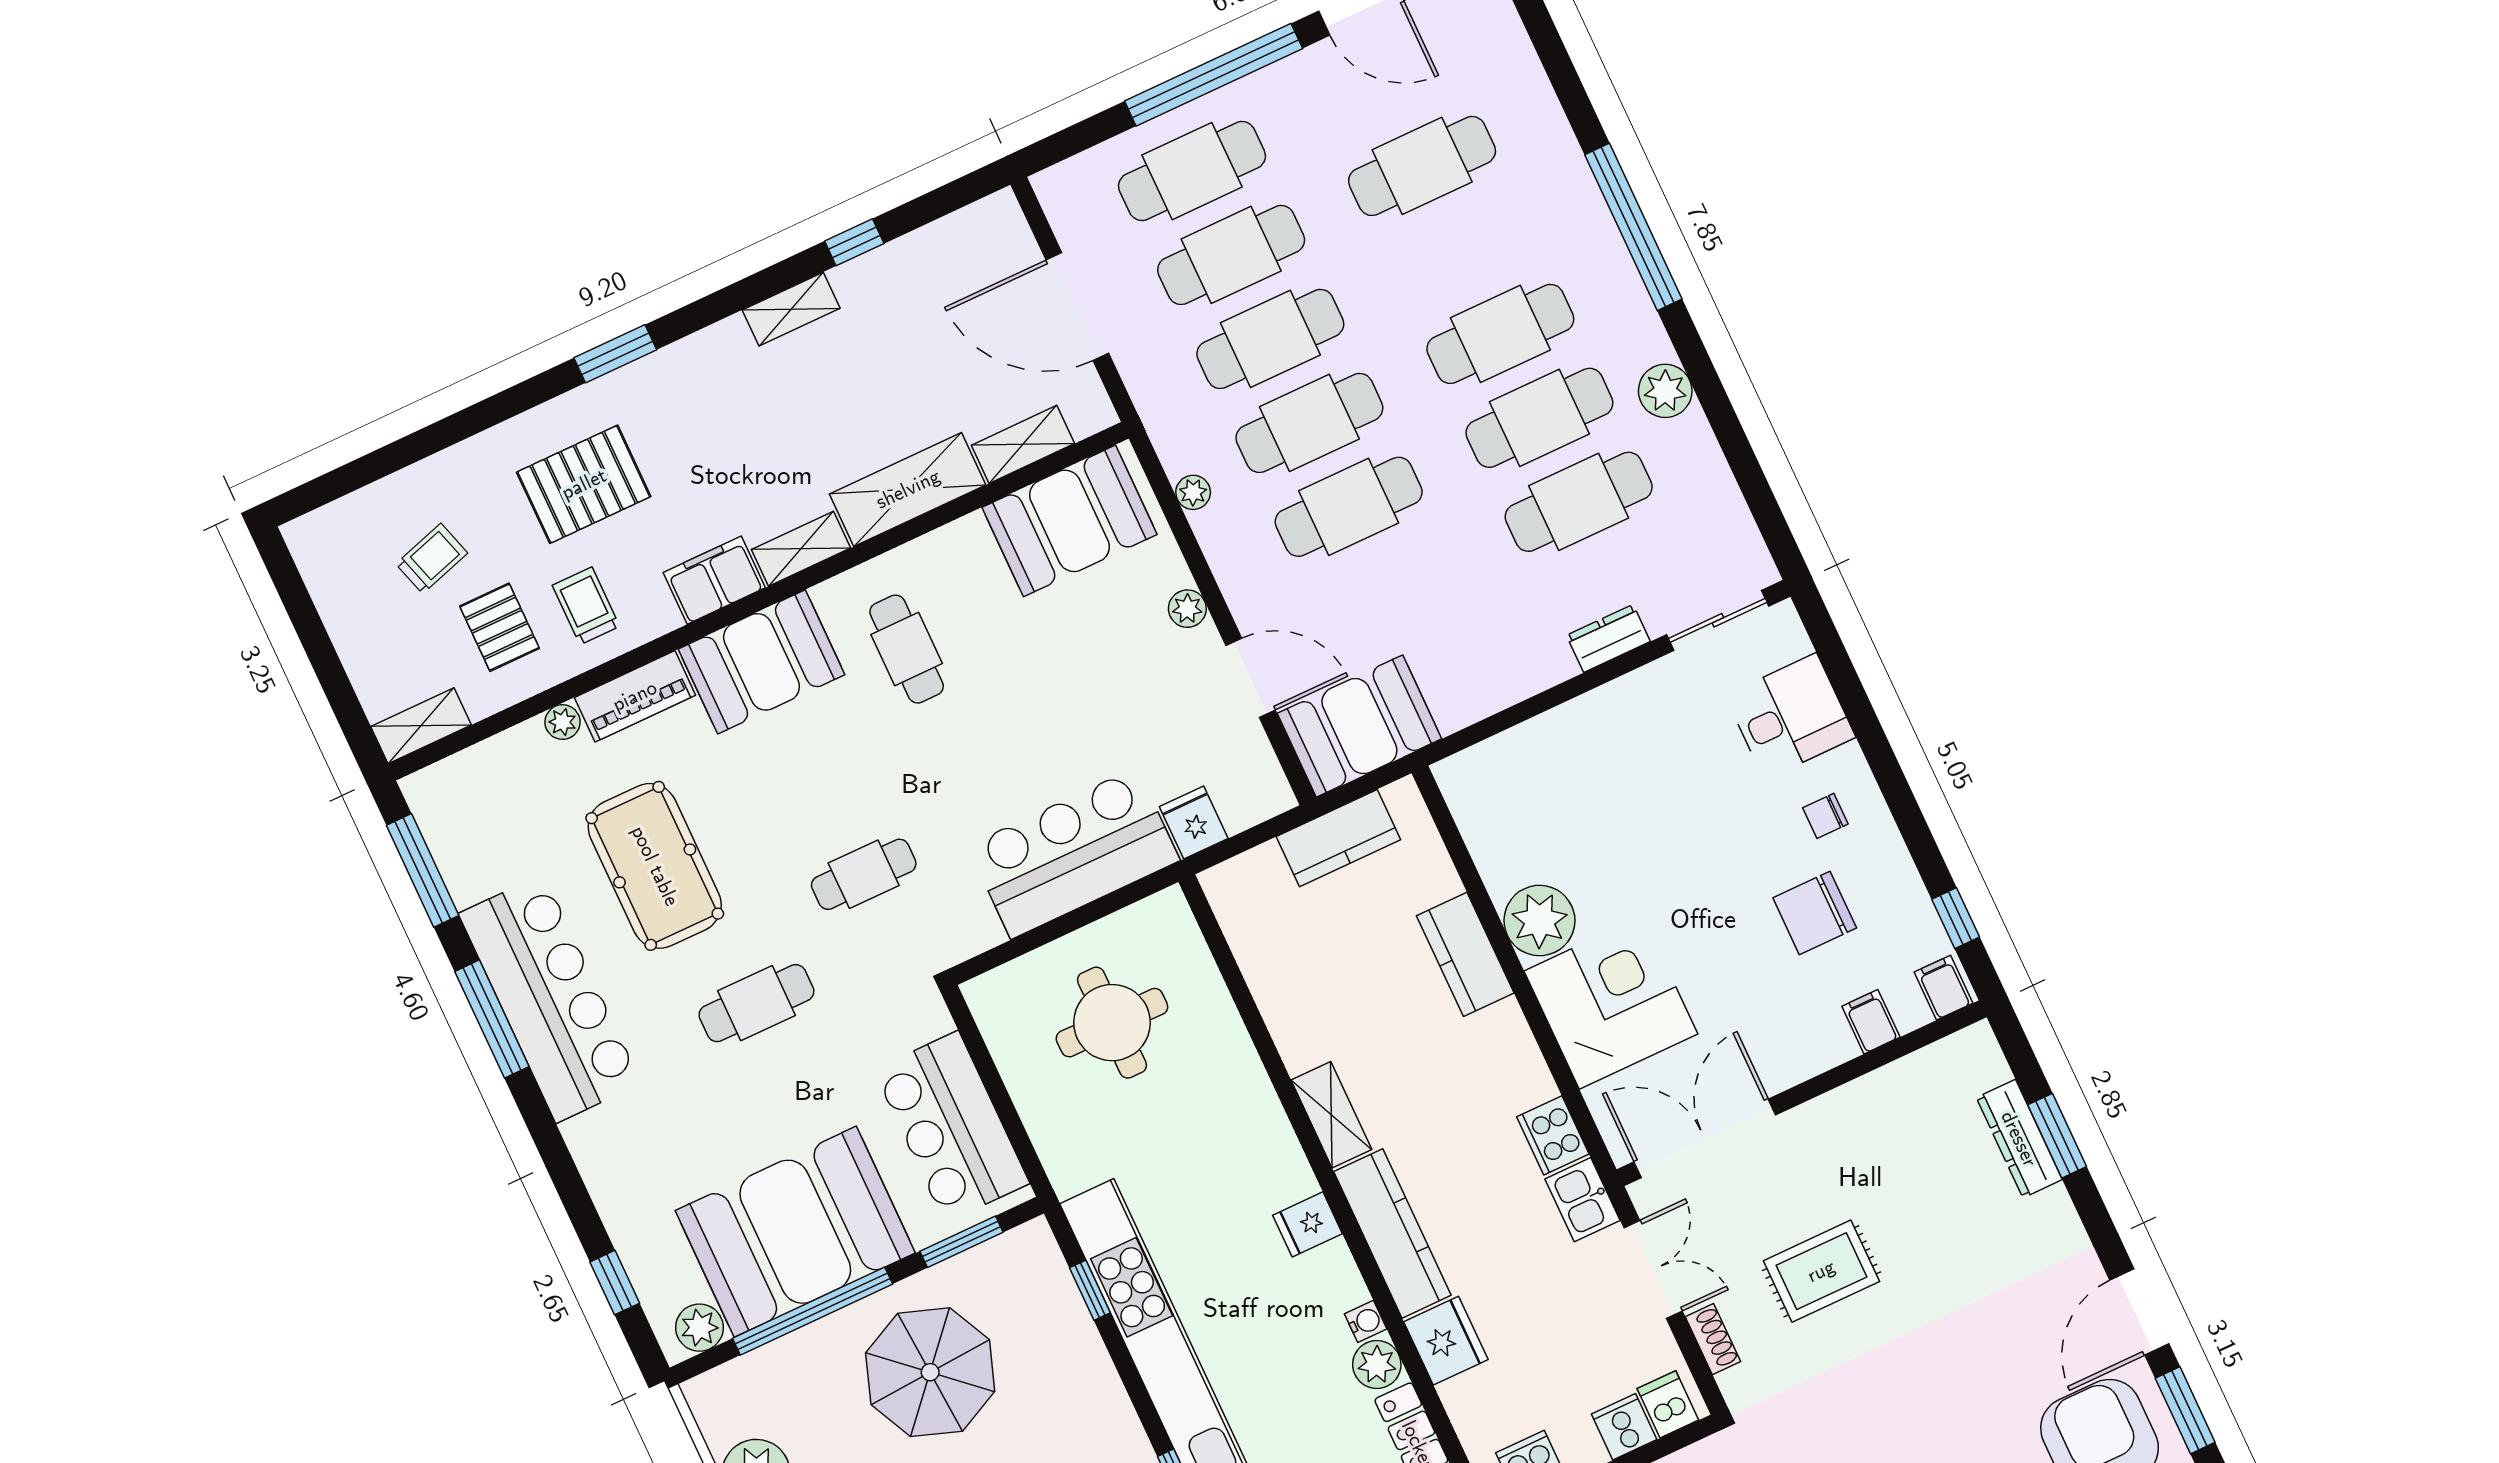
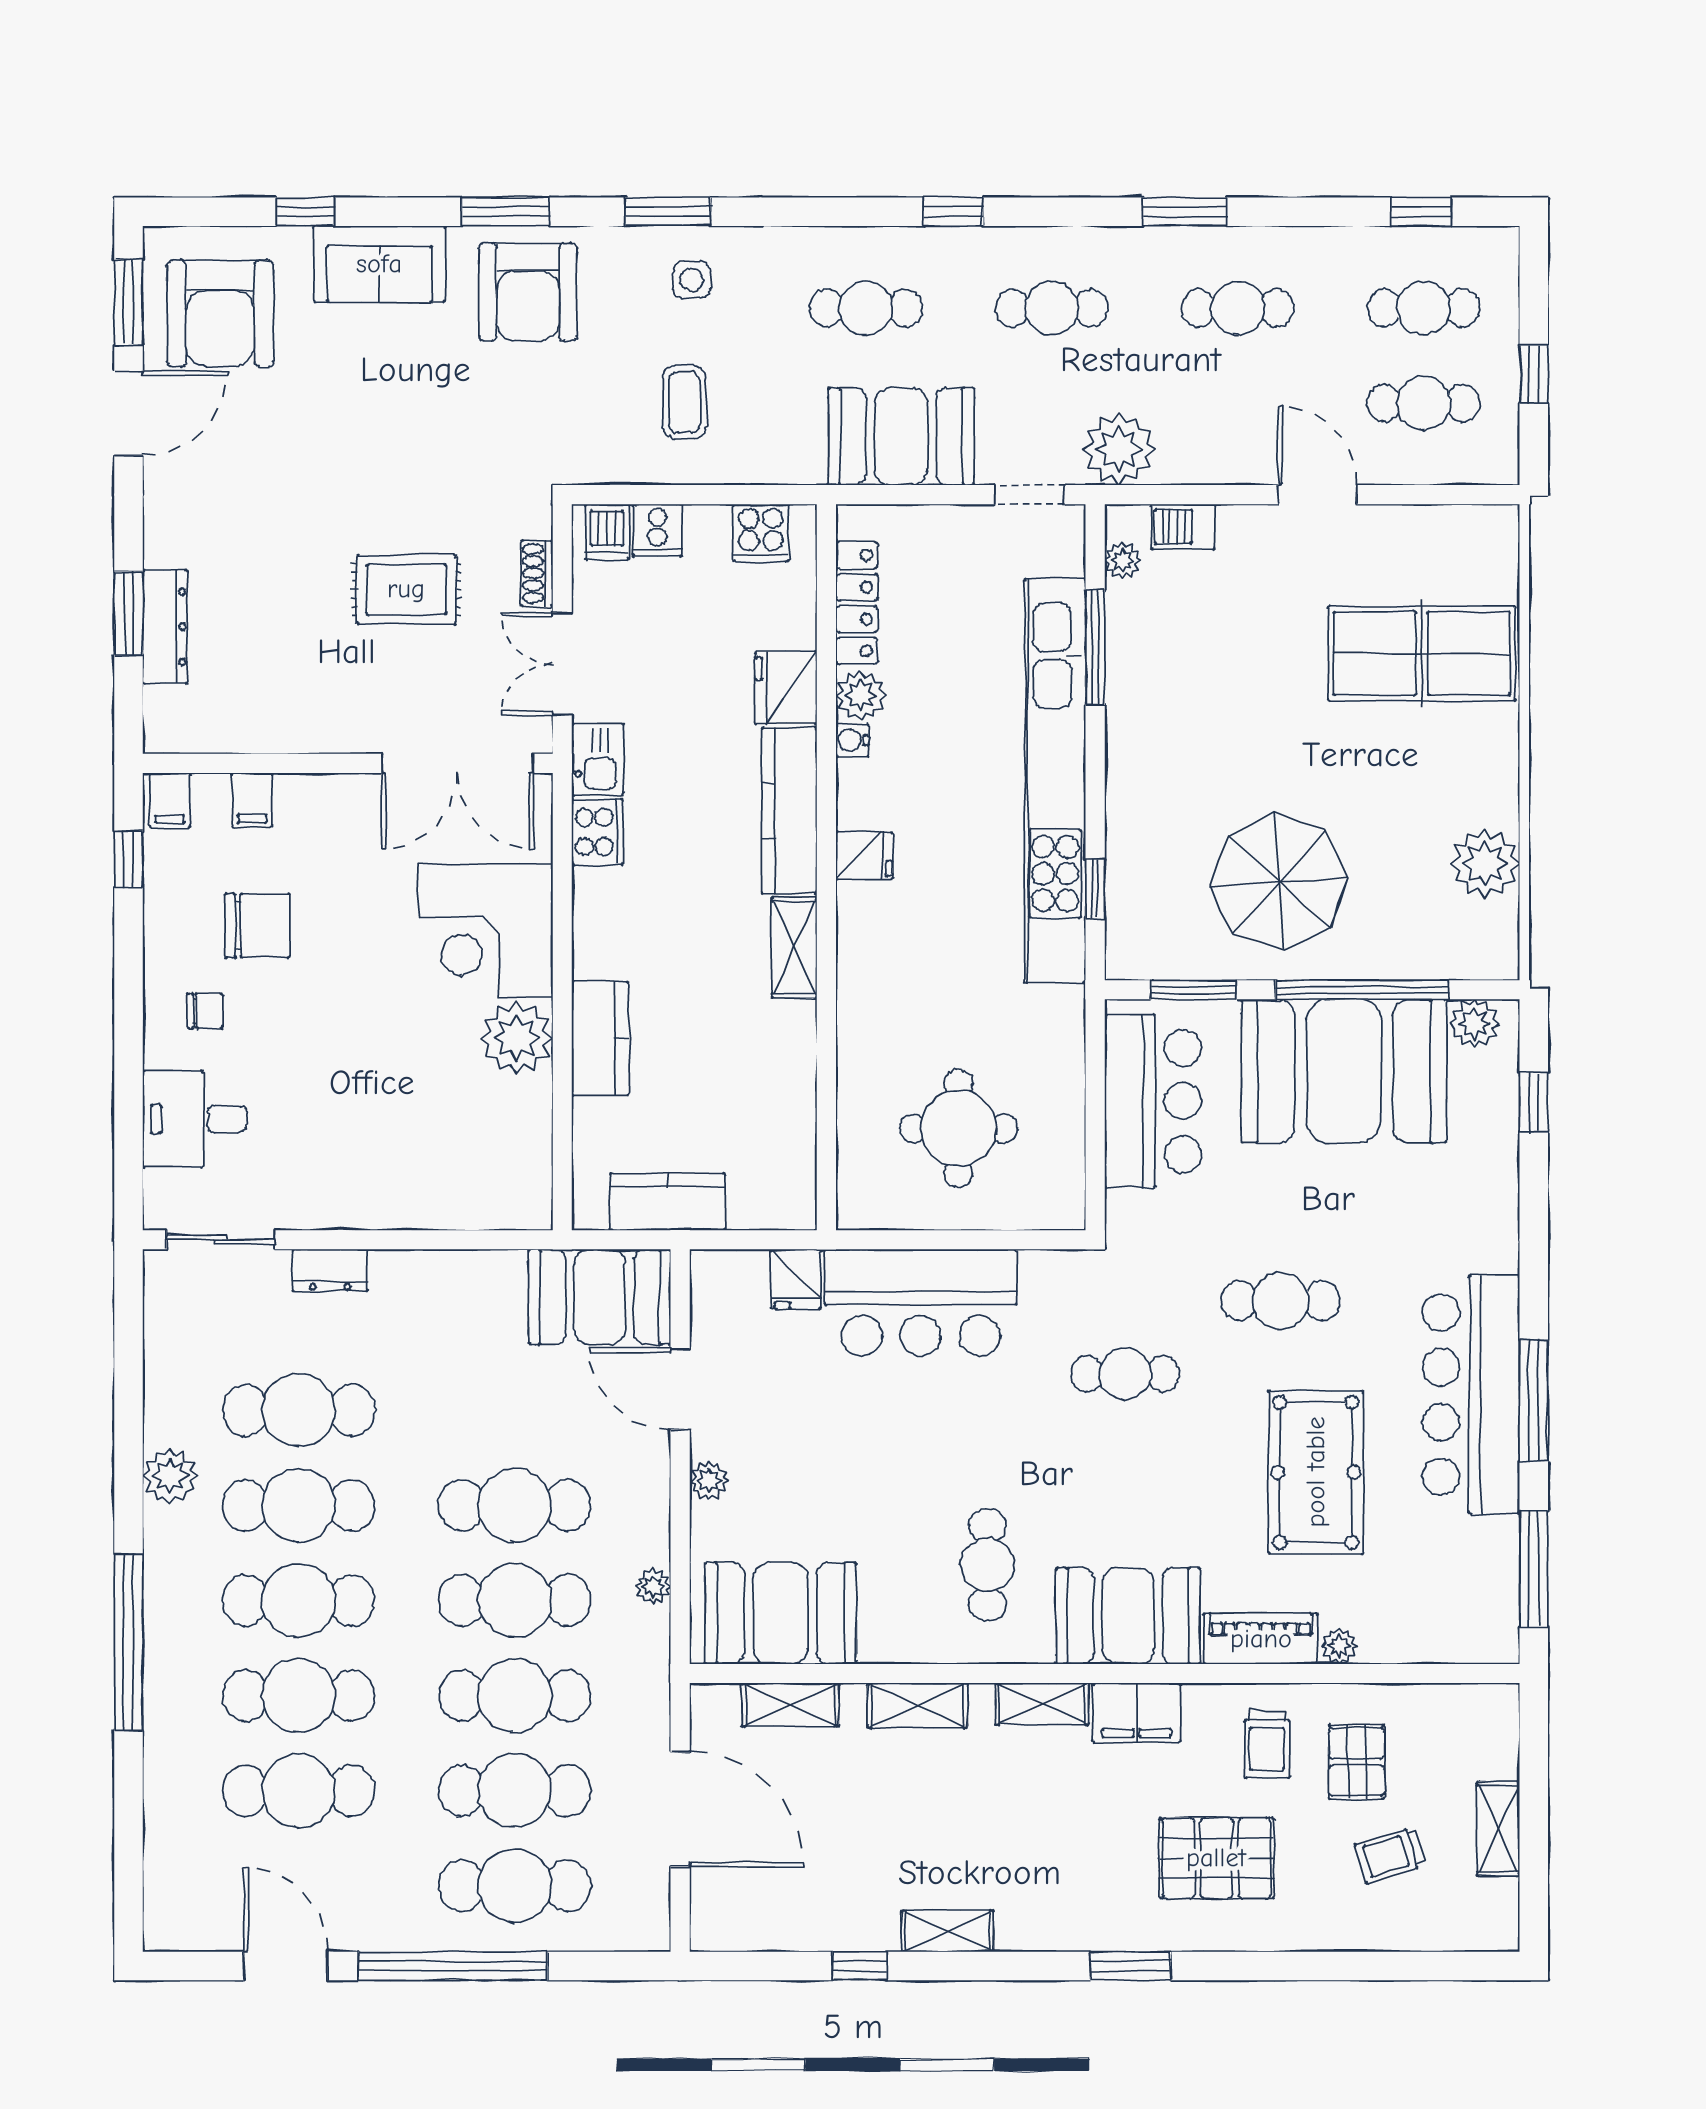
cafe table: (1461, 250) -> (299, 1696), added
shelving: (908, 489) -> (917, 1705), width x0.67, depth x0.75
shelving: (421, 726) -> (1498, 1829), moved, turned 90

